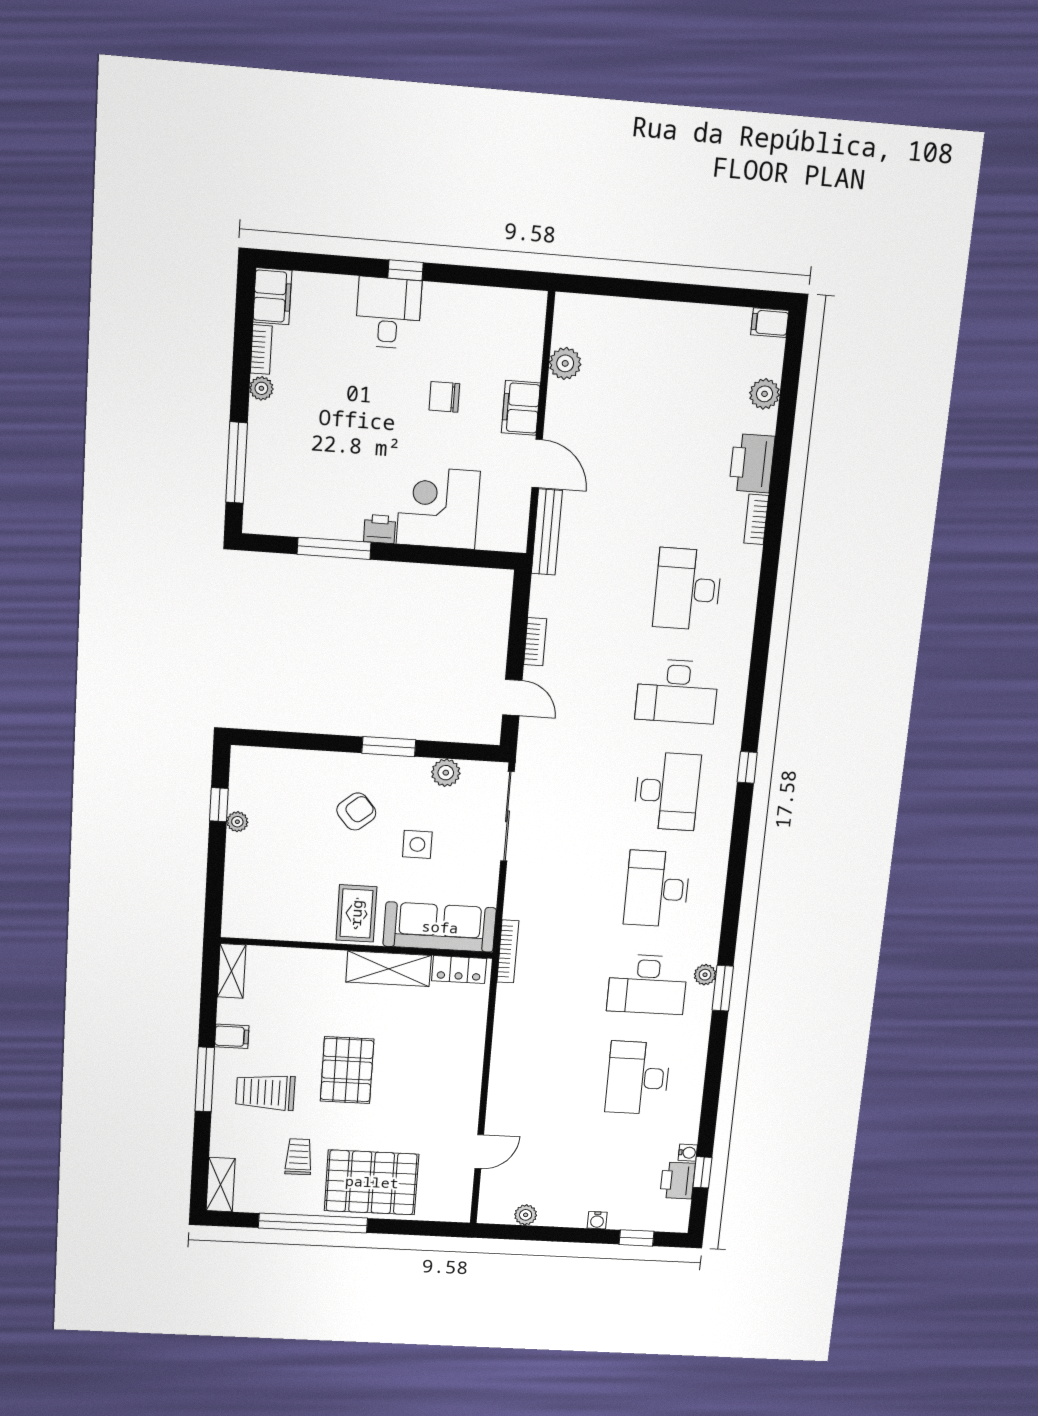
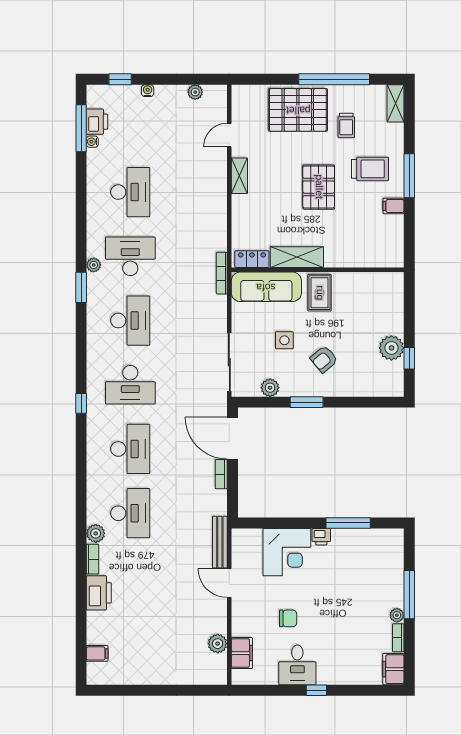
desk: (388, 313) -> (297, 665), moved
filing cabinet: (770, 323) -> (97, 653), moved
plant: (765, 394) -> (96, 533), moved
filing cabinet: (521, 408) -> (242, 653), moved
window: (237, 463) -> (409, 595), moved
desk: (677, 691) -> (130, 449), turned 90
door: (512, 698) -> (232, 438), width x1.88
desk: (667, 791) -> (130, 385), turned -90
plant: (237, 822) -> (391, 348), width x1.88, depth x1.88
shelving: (232, 971) -> (239, 176), moved
window: (723, 988) -> (81, 287), moved
window: (702, 1172) -> (81, 128), width x2.17

